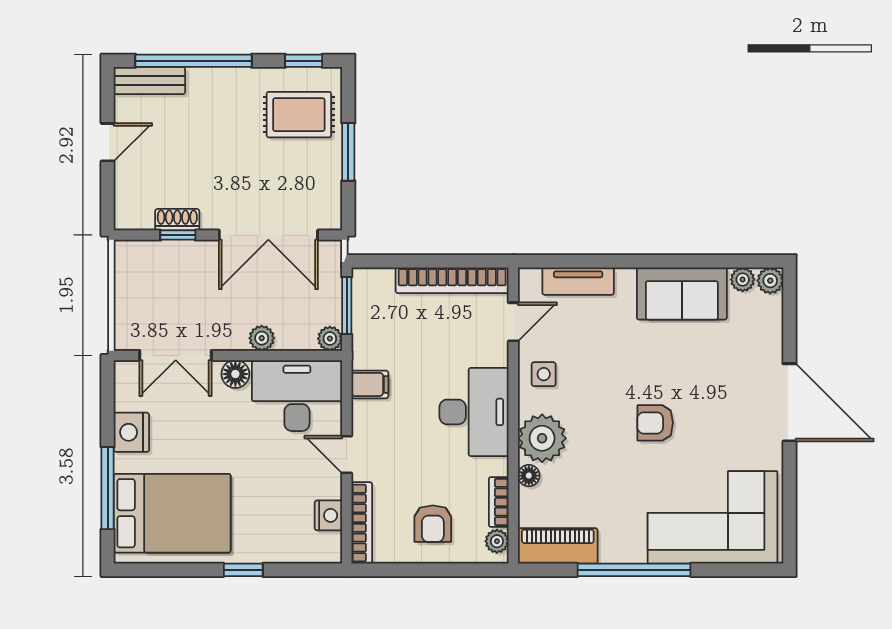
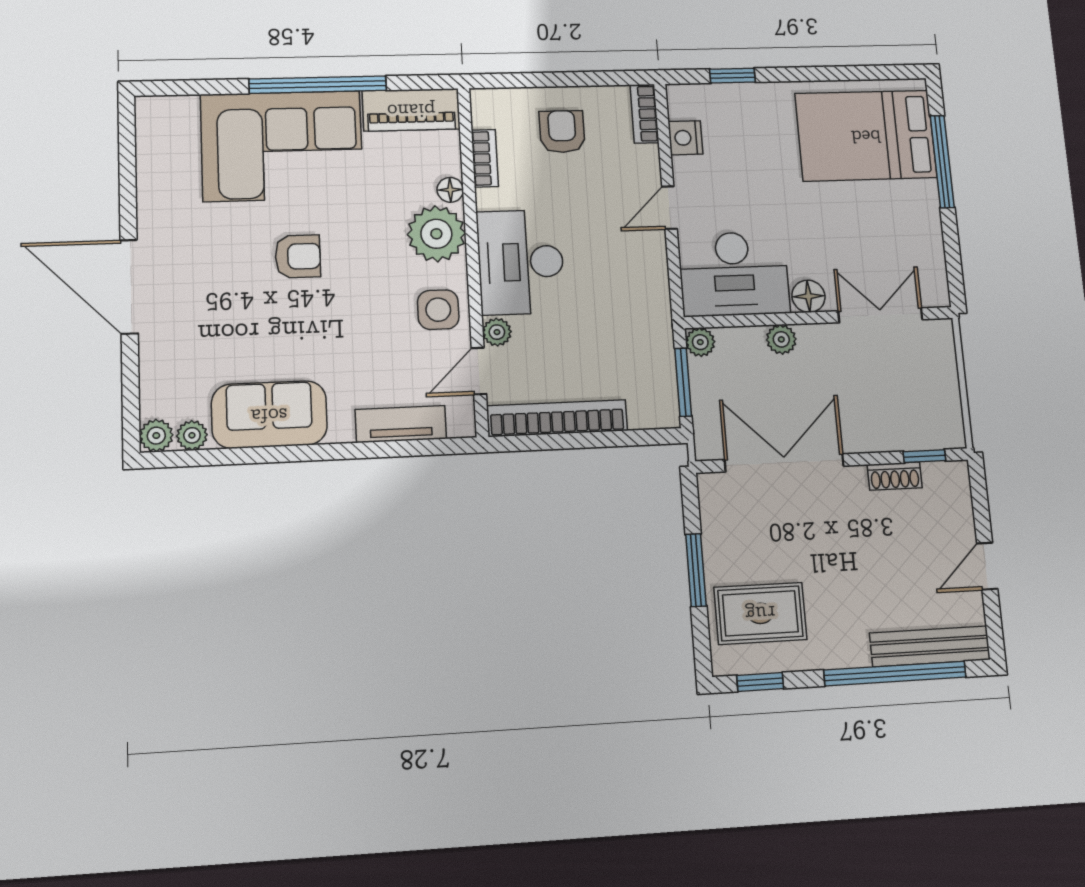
bench: (149, 81) -> (930, 646), width x1.36
window: (178, 235) -> (924, 456), moved
side table: (544, 374) -> (438, 310), width x1.37, depth x1.37
filing cabinet: (370, 384) -> (648, 290), removed
nightstand: (131, 432) -> (922, 225), removed
door: (347, 455) -> (669, 208), swing flipped
corner sofa: (712, 517) -> (282, 146), moved
bookcase: (362, 523) -> (644, 114), width x0.64
plant: (497, 541) -> (497, 332), moved
window: (243, 570) -> (732, 76), moved

